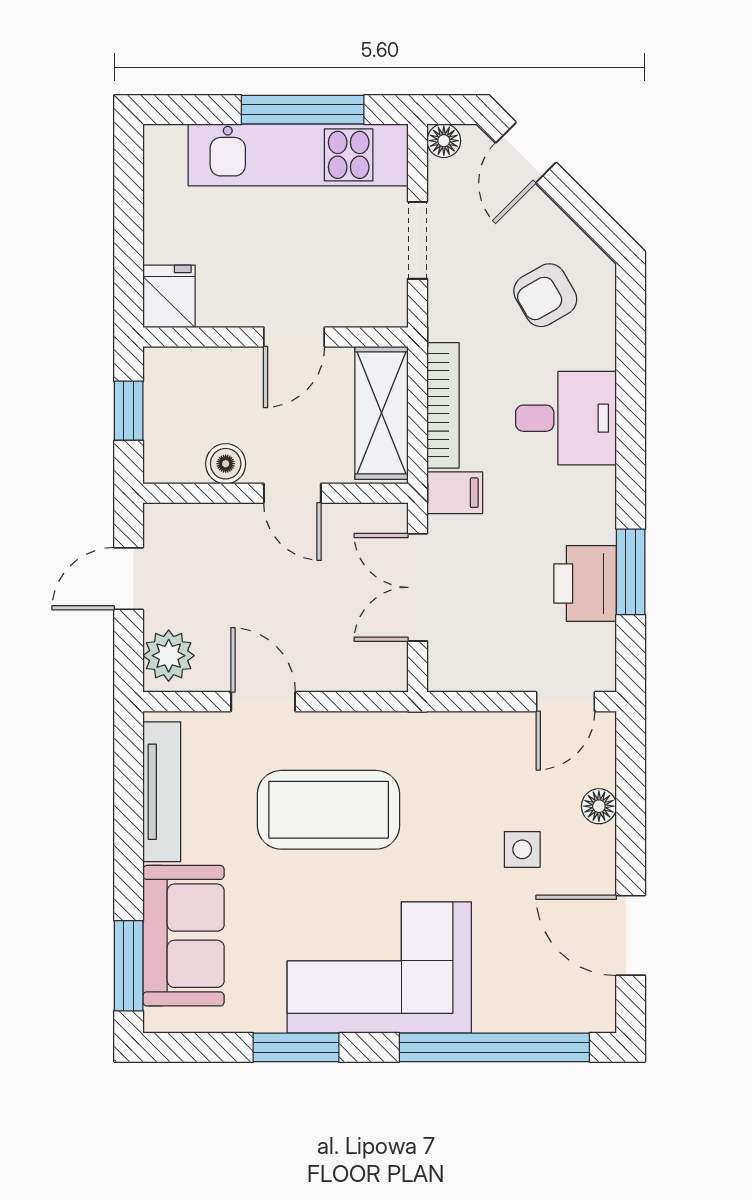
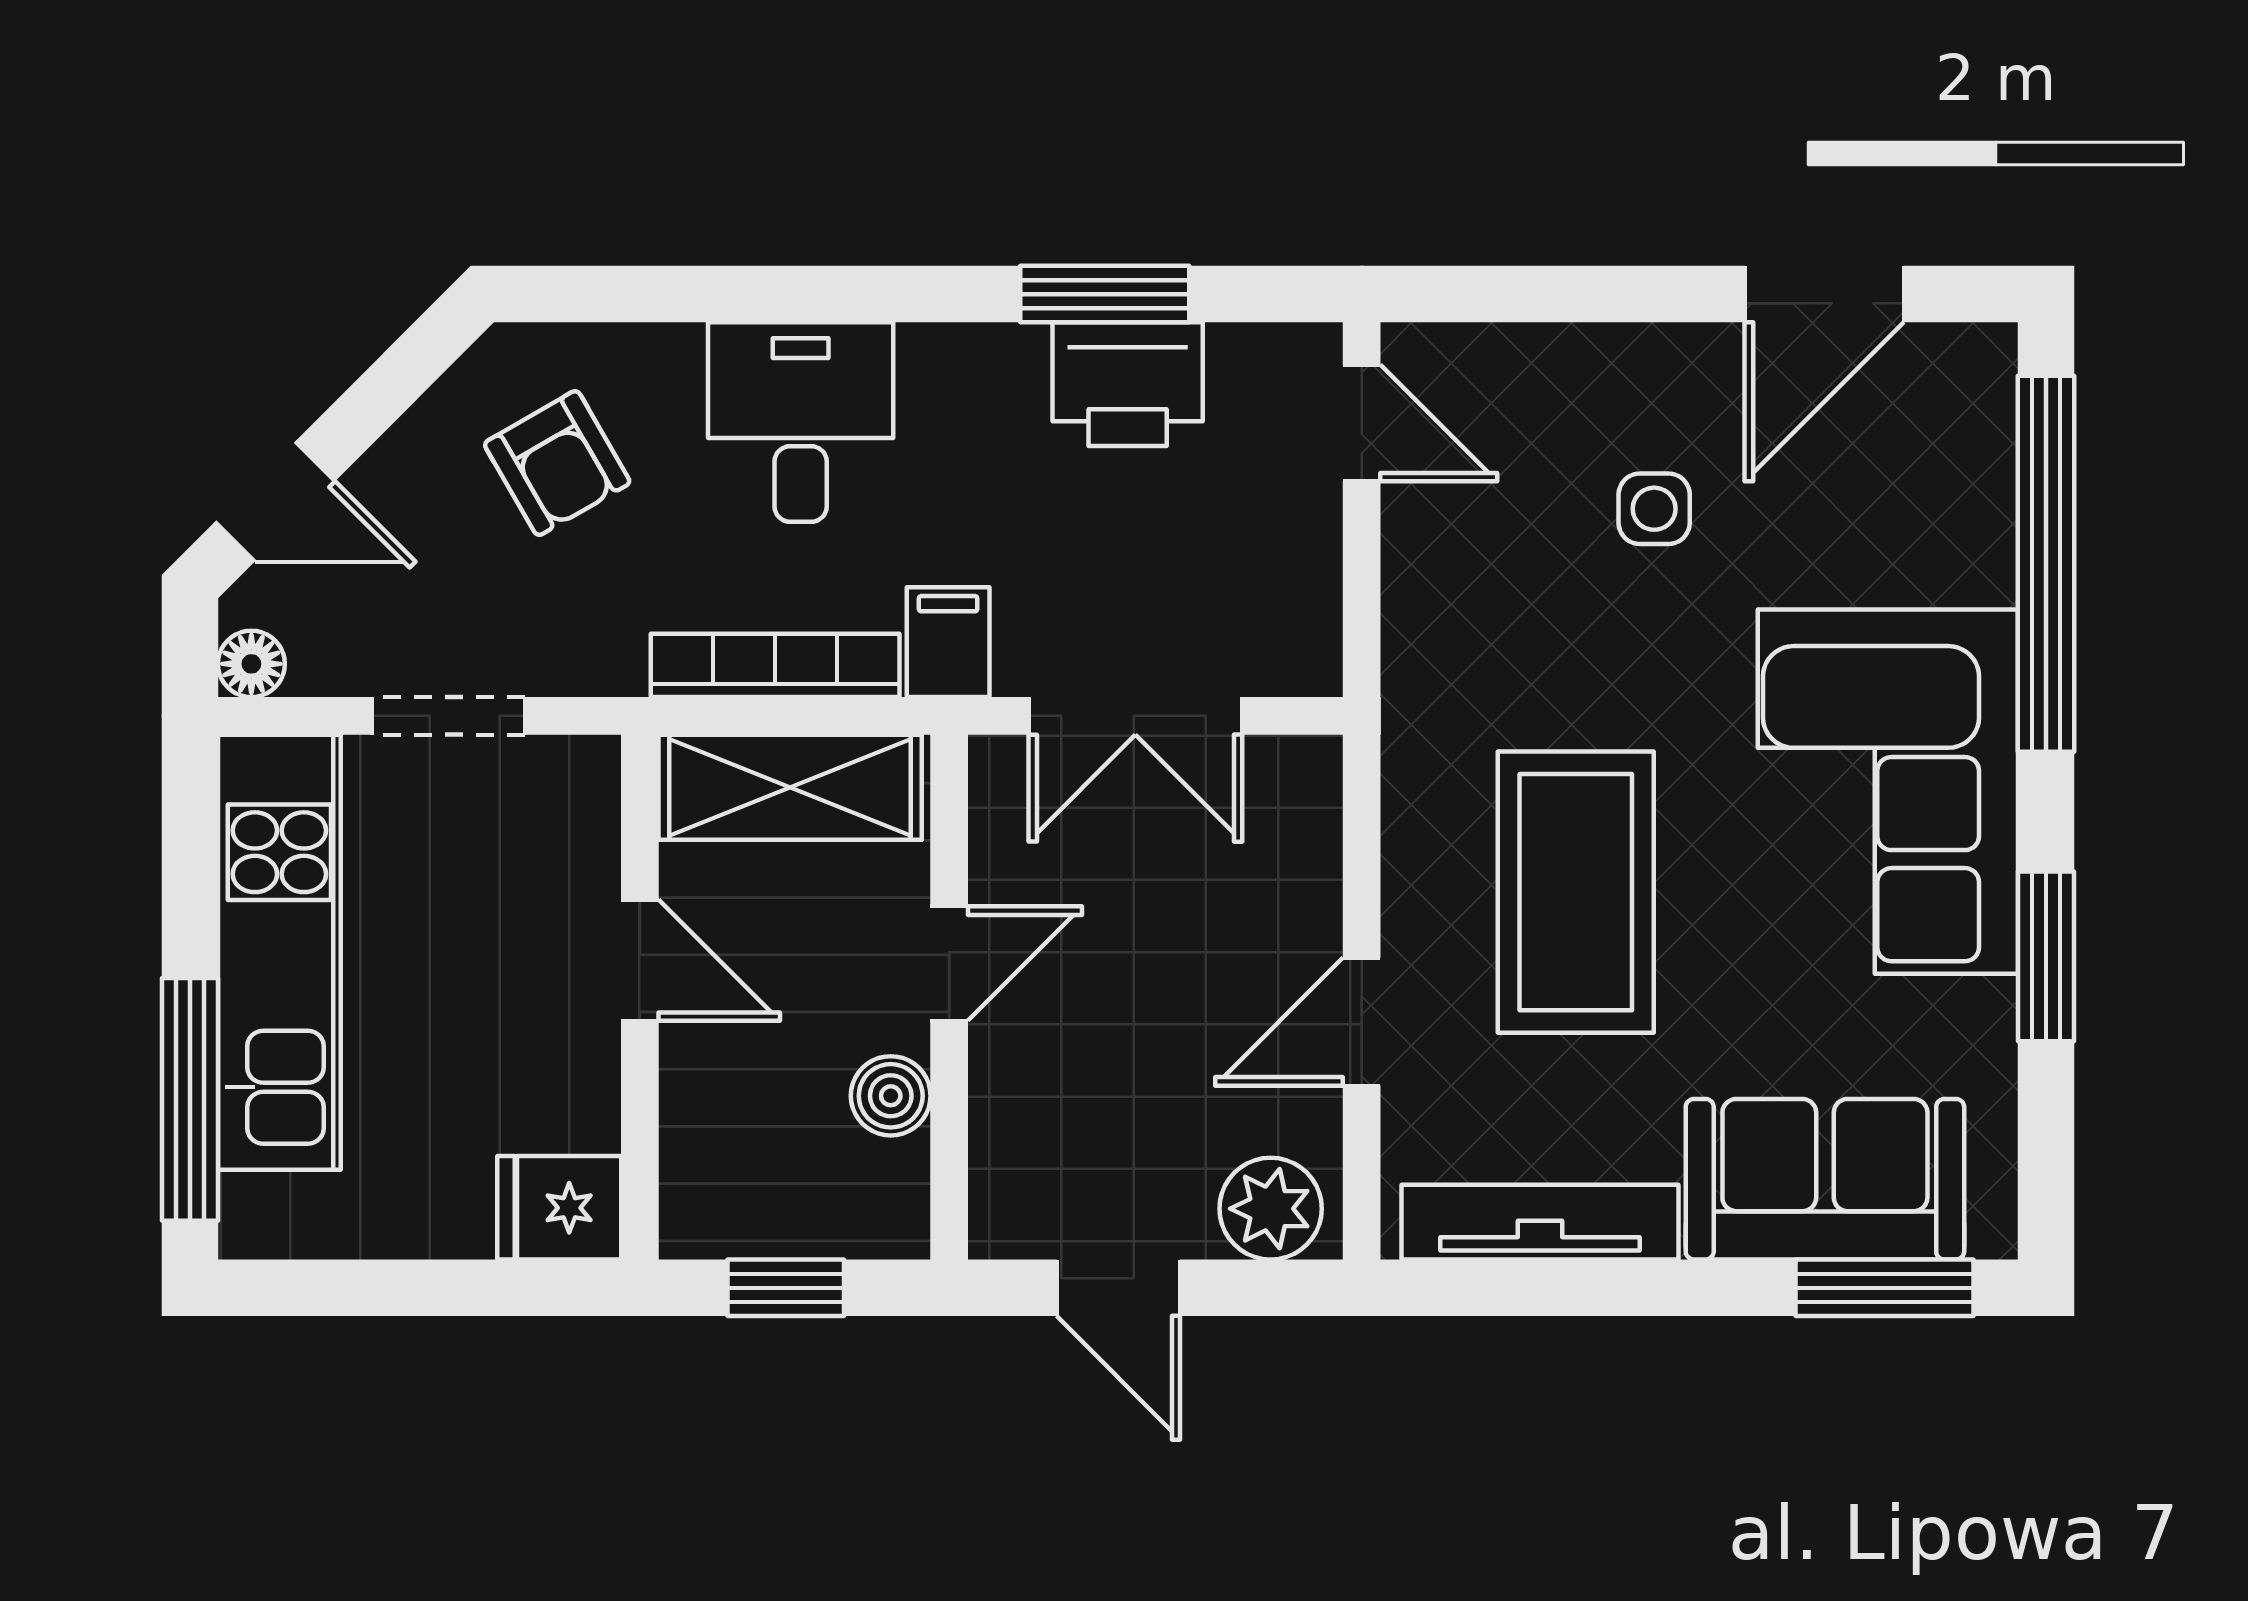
window: (303, 110) -> (190, 1099), moved
floor lamp: (599, 806) -> (1569, 357), removed

